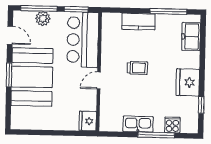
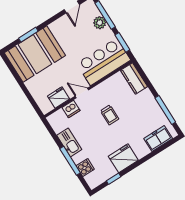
kitchen counter: (138, 22) -> (134, 78), moved
window: (9, 75) -> (28, 35), moved
booth: (32, 77) -> (35, 54), moved
dishwasher: (107, 101) -> (71, 109), added
fridge: (88, 121) -> (58, 97), moved

